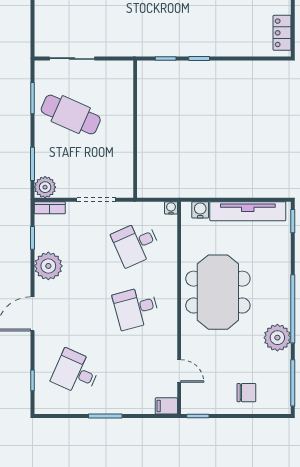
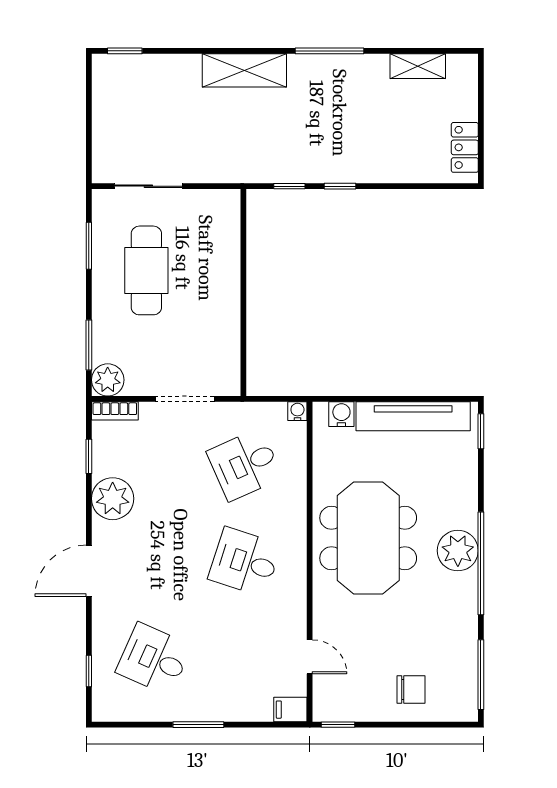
cafe table: (71, 115) -> (146, 270), turned 66
desk: (136, 308) -> (245, 562), turned 33
plant: (277, 338) -> (458, 551), moved

